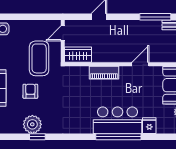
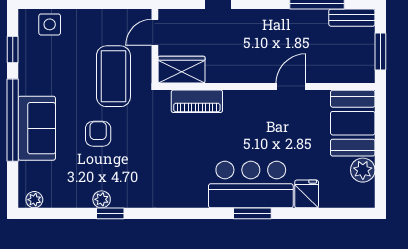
piano: (104, 73) -> (197, 101), moved
plant: (32, 124) -> (102, 199), width x0.53, depth x0.53
window: (118, 137) -> (252, 213), width x0.47

